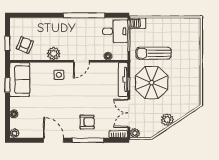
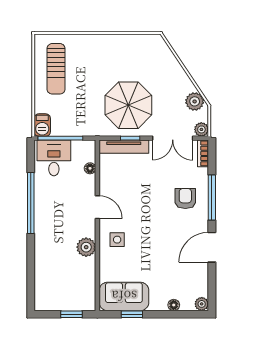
armchair: (25, 45) -> (74, 289), removed
sun lounger: (154, 53) -> (56, 69), moved
plant: (167, 120) -> (195, 101), moved

